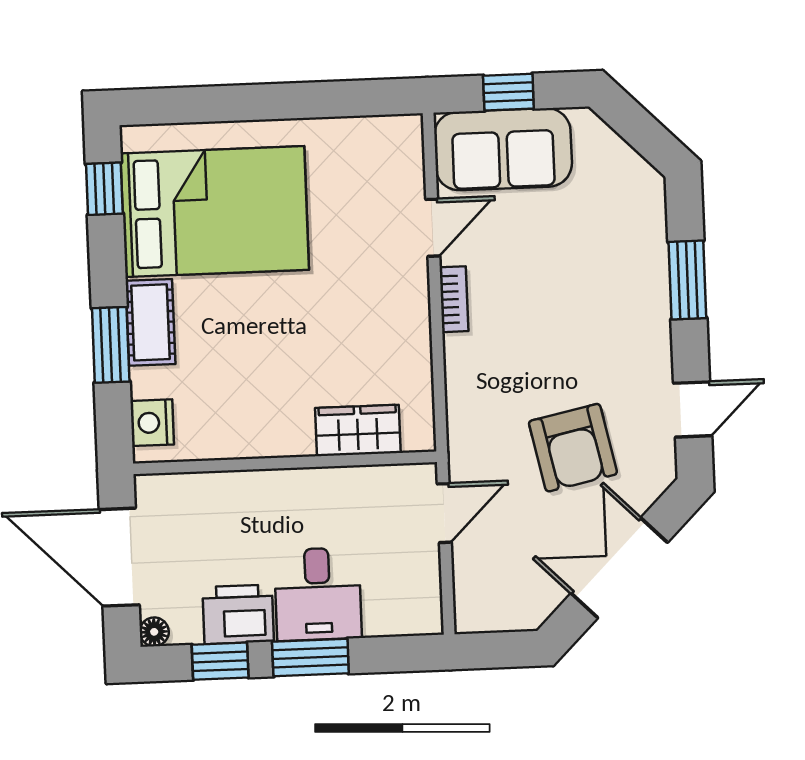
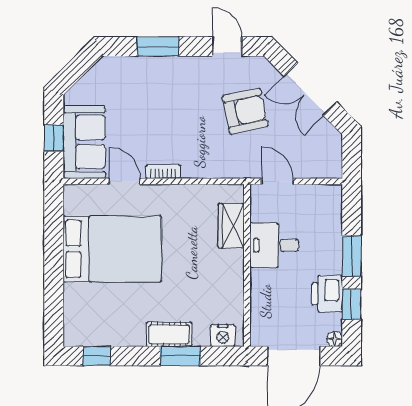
bed: (215, 212) -> (112, 249), moved, turned 90
desk: (318, 594) -> (274, 245), moved, turned 180

